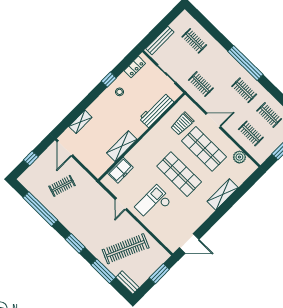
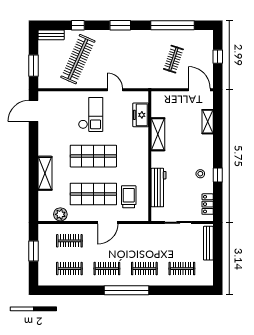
clothes rail: (201, 84) -> (144, 269), moved
window: (103, 271) -> (78, 25), width x0.46

